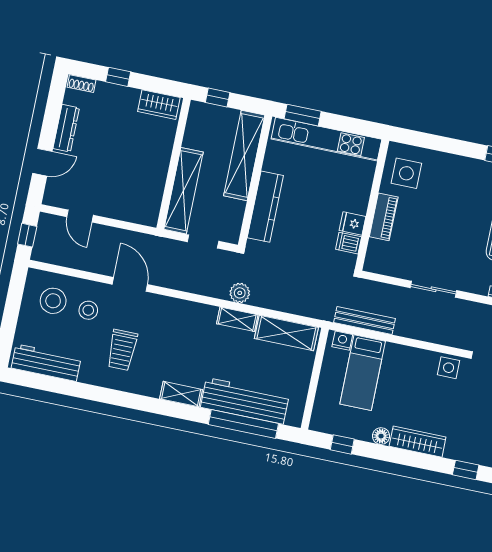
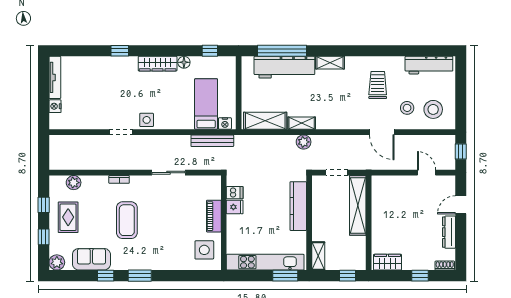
shelving: (244, 155) -> (318, 256), width x0.45, depth x0.75

